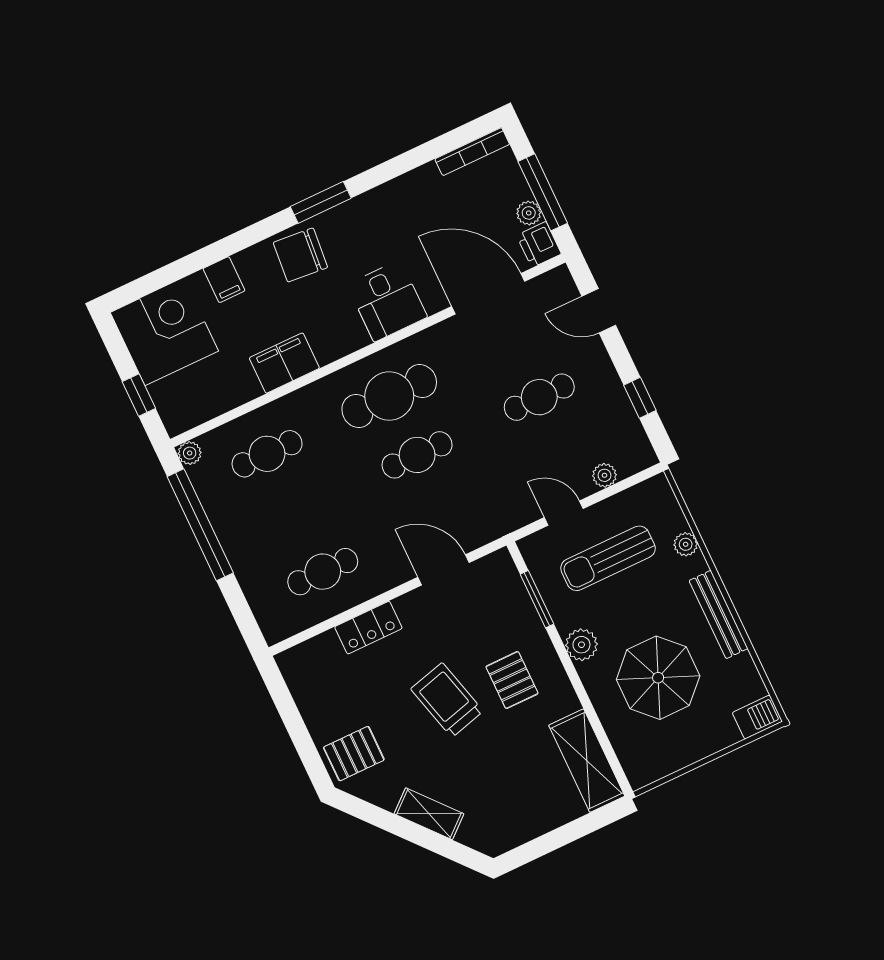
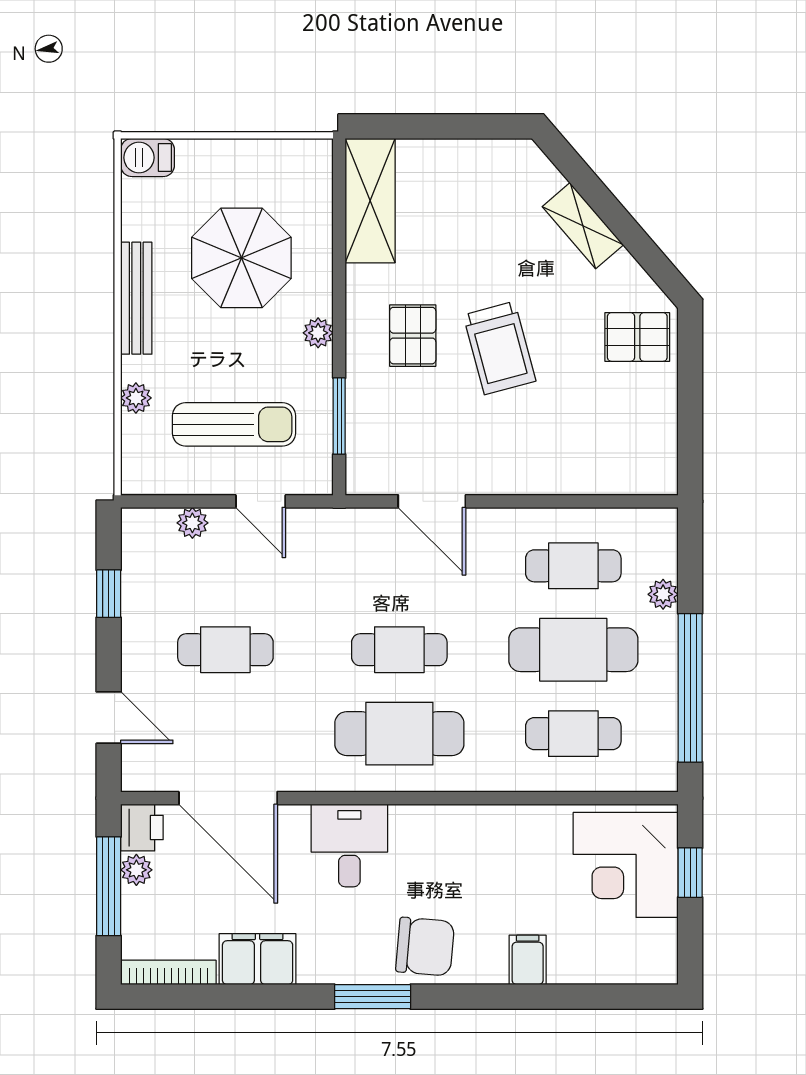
corner desk: (164, 332) -> (626, 865), moved
filing cabinet: (284, 363) -> (258, 959), moved, turned 180
plant: (190, 453) -> (663, 594), moved
cafe table: (295, 513) -> (573, 650), added
locker: (368, 628) -> (551, 476), removed
plant: (581, 645) -> (318, 333), width x0.73, depth x0.73

